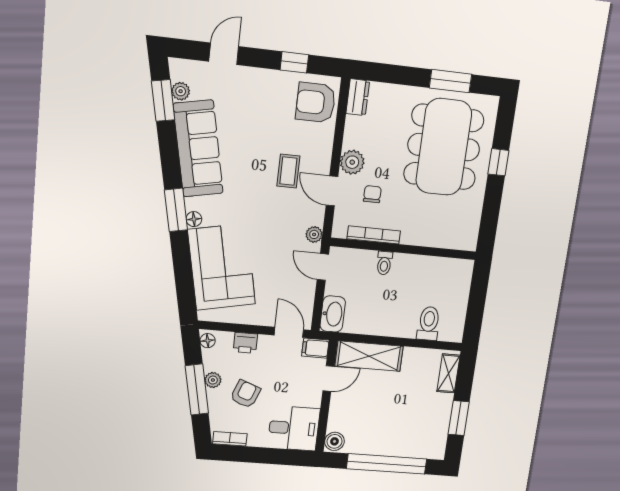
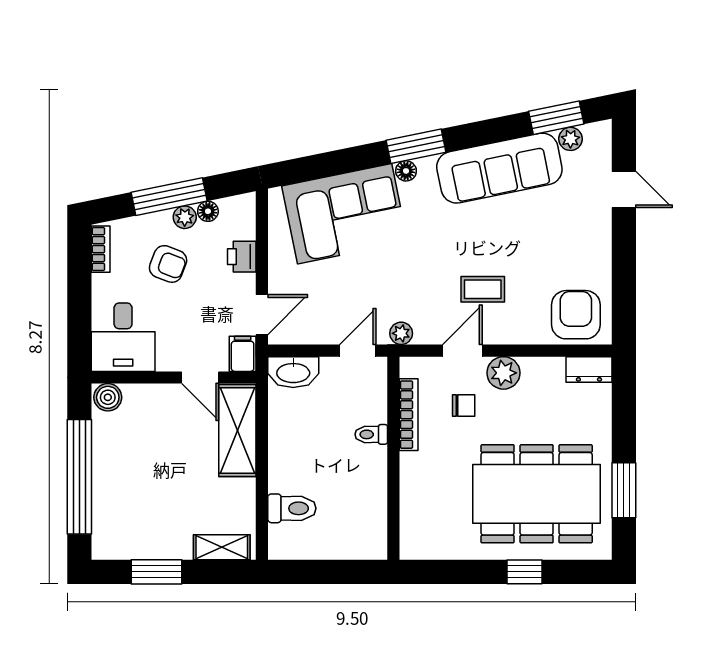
window: (294, 62) -> (624, 281), removed
floor lamp: (208, 341) -> (208, 211), moved

